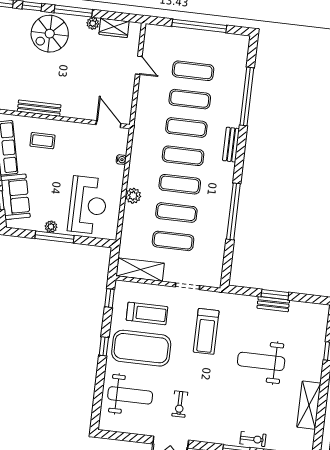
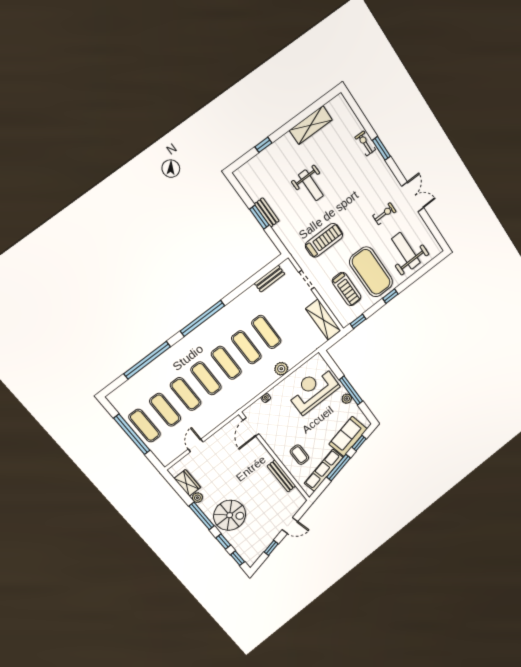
bench: (231, 145) -> (270, 279), moved
window: (233, 211) -> (202, 318), moved
exercise mat: (173, 241) -> (145, 426), moved
treadmill: (147, 313) -> (347, 289), turned 180
weight bench: (261, 361) -> (311, 185), width x0.73, depth x0.75

